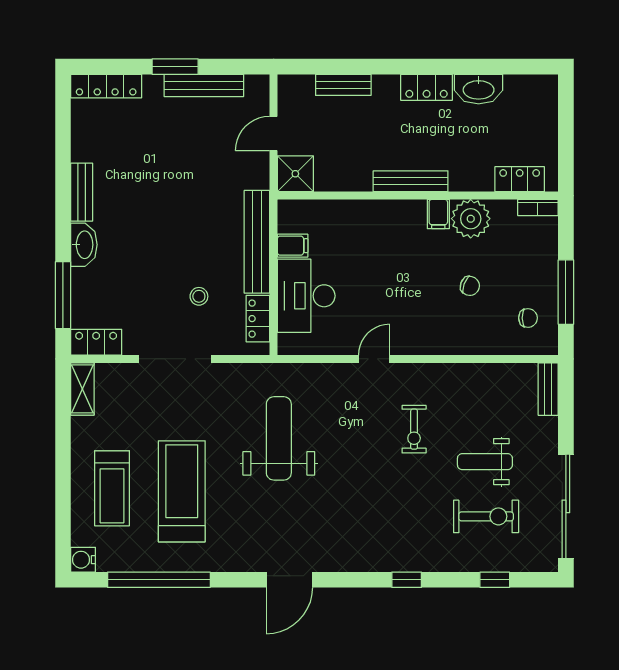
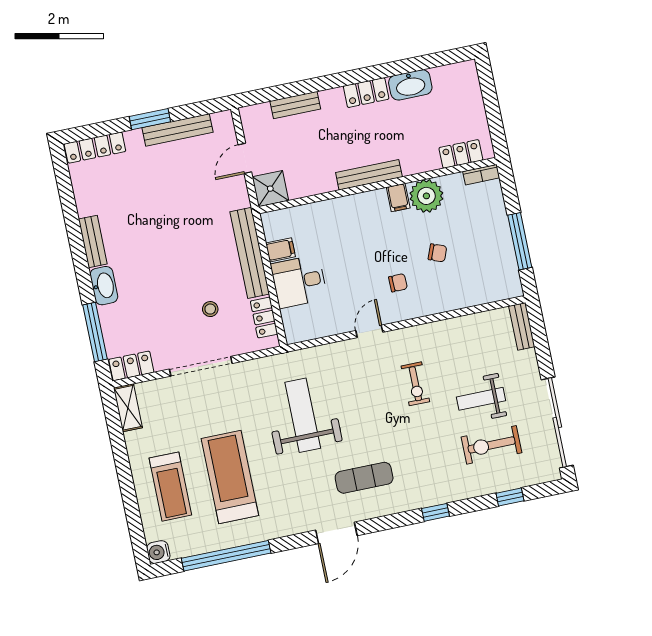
desk: (306, 296) -> (299, 281), width x0.73
chair: (528, 318) -> (398, 283), moved
exercise bike: (486, 516) -> (492, 445), turned 180
exercise mat: (334, 524) -> (364, 478), added

